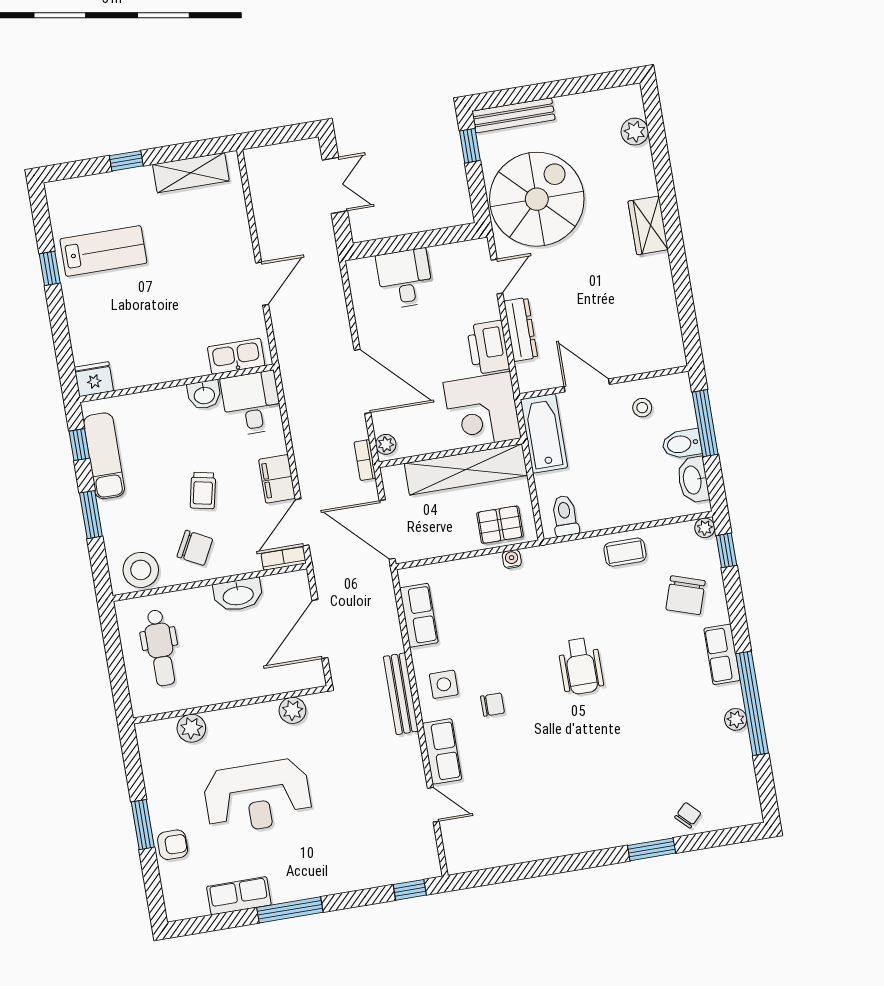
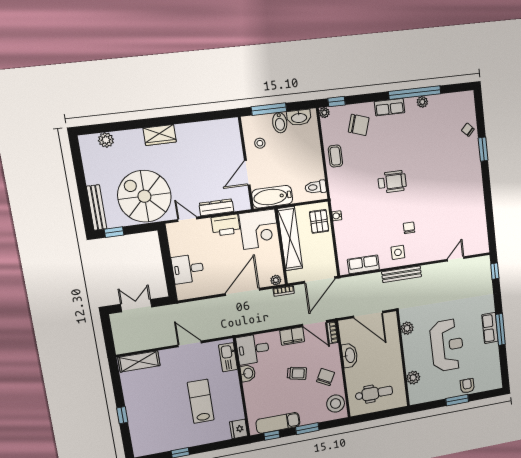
shelving: (191, 173) -> (139, 361), moved, turned 90
lab bench: (103, 251) -> (201, 401), moved
row of seats: (442, 751) -> (430, 254), removed
row of seats: (239, 896) -> (490, 328), moved

